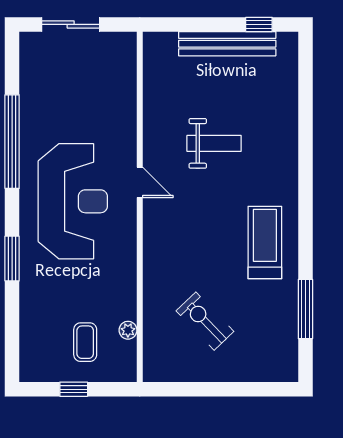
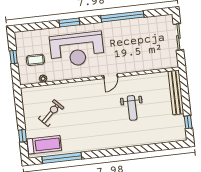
bench: (227, 44) -> (176, 92), moved
reception desk: (73, 201) -> (77, 49), moved
treadmill: (265, 243) -> (44, 145), moved
window: (305, 309) -> (62, 158), width x1.46
window: (248, 389) -> (23, 136), added

